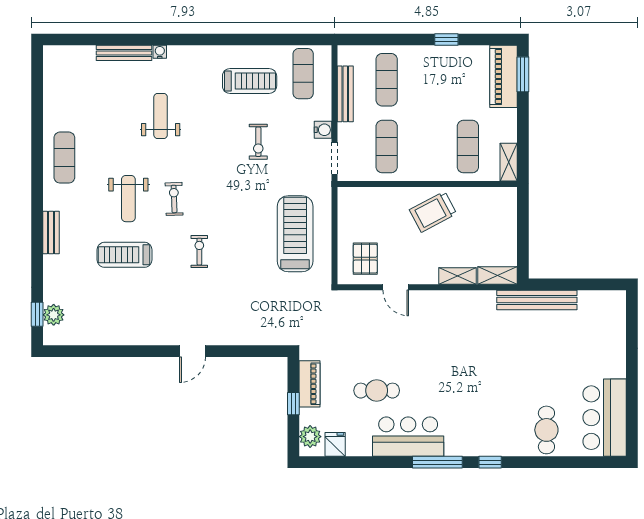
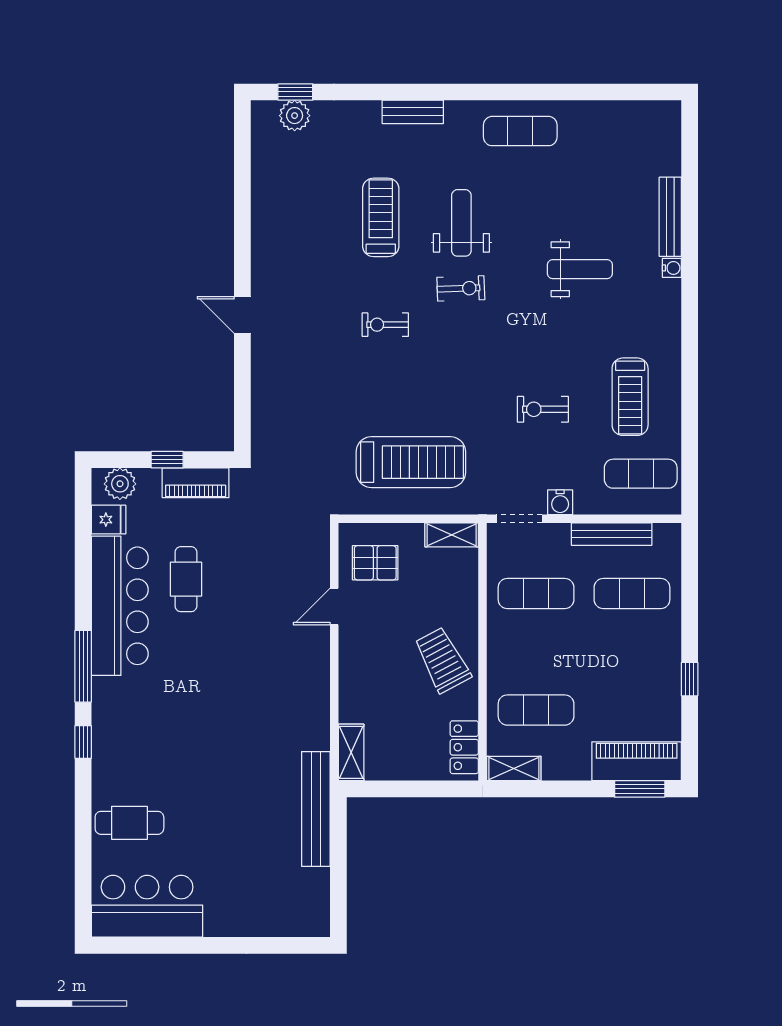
locker: (494, 197) -> (464, 747), added
weight bench: (128, 199) -> (461, 223), turned 90
exercise bike: (199, 252) -> (385, 325), turned 180
shelving: (458, 276) -> (452, 535), moved, turned 90
bar counter: (408, 437) -> (120, 606), width x1.36

